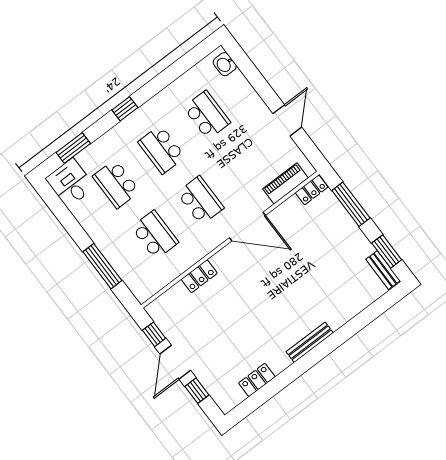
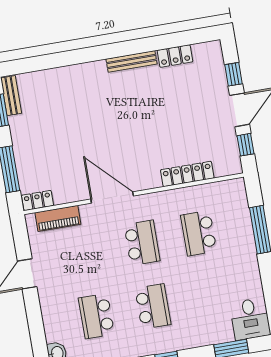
school desk: (116, 184) -> (209, 297), removed
school desk: (200, 200) -> (142, 243), turned 180
locker: (199, 276) -> (187, 174), width x1.53
bench: (310, 342) -> (131, 61), moved

